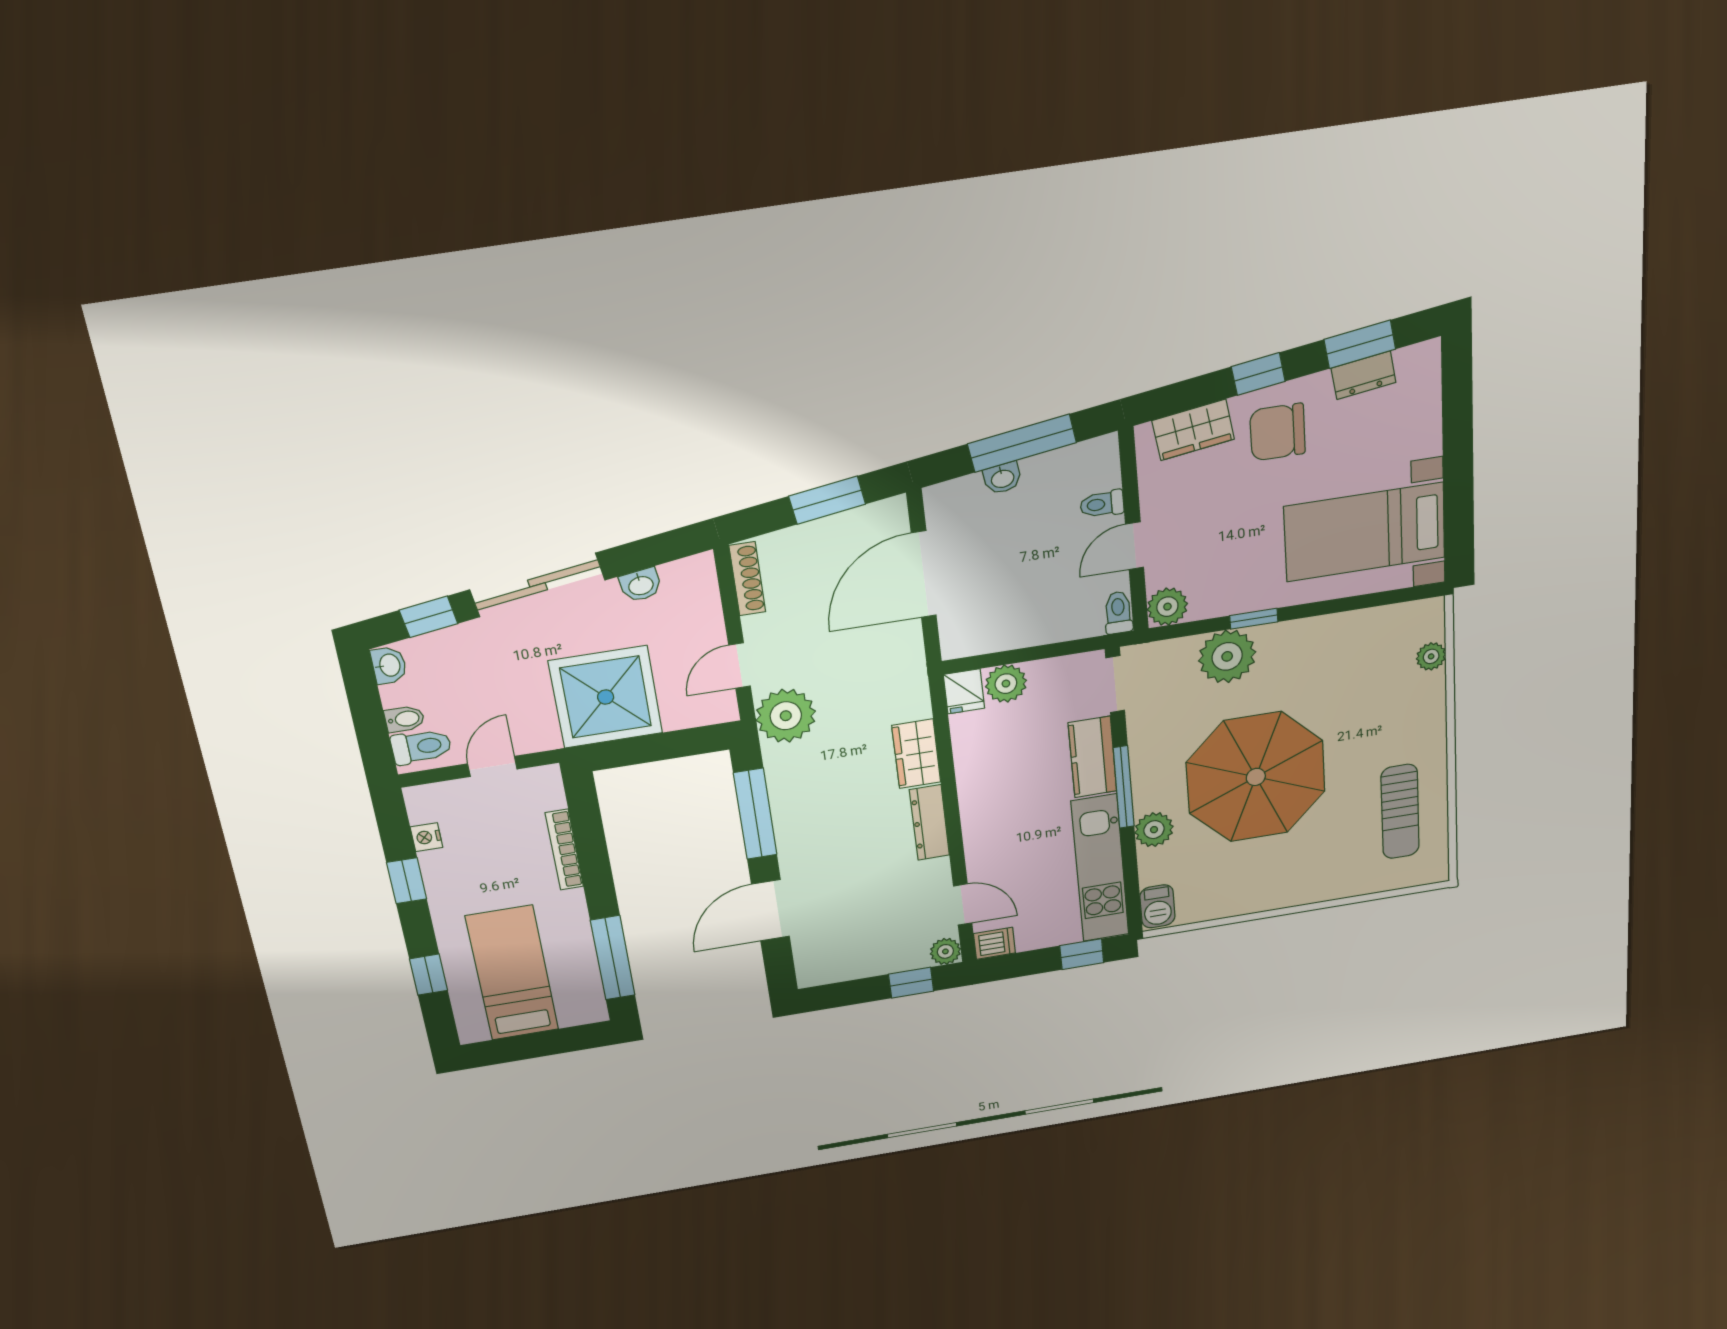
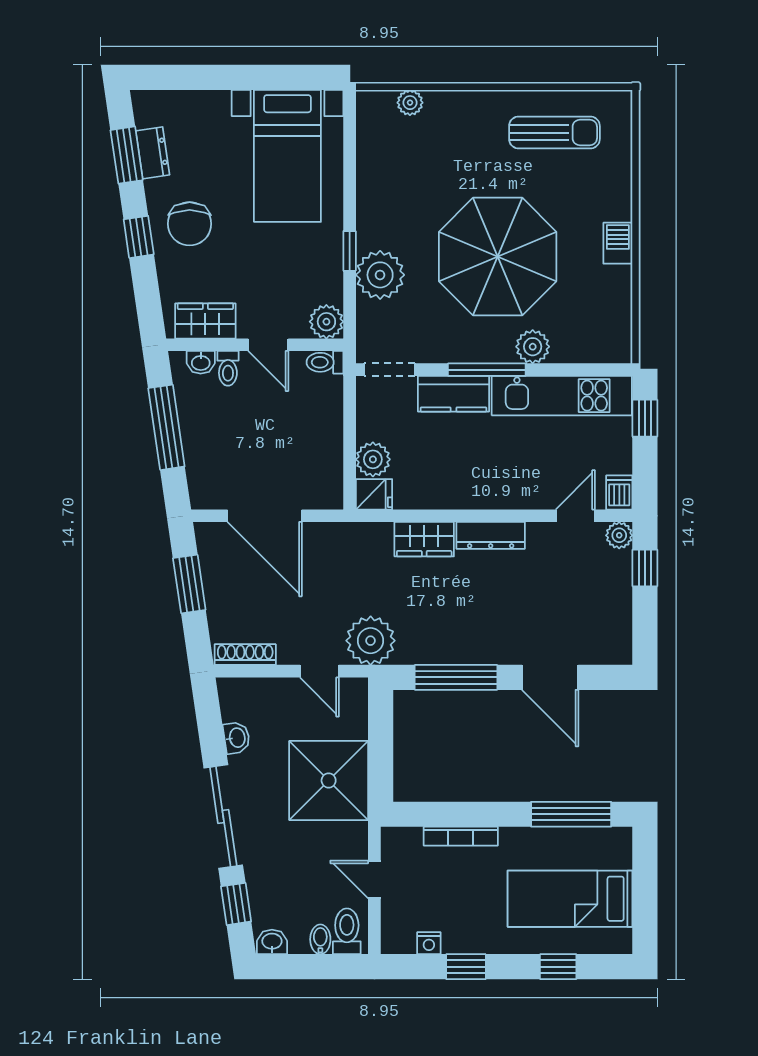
wardrobe: (1193, 430) -> (205, 321), moved, turned -82
washbasin: (1002, 478) -> (201, 362), moved, turned 98
barbecue: (1157, 906) -> (618, 243), moved, turned -90

